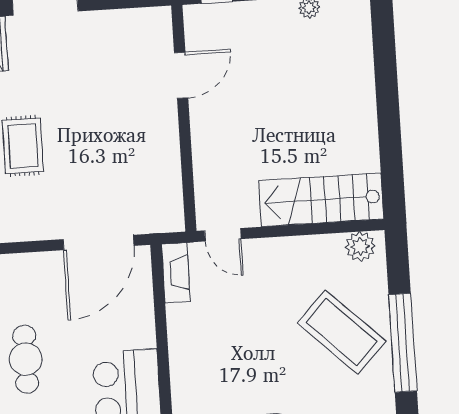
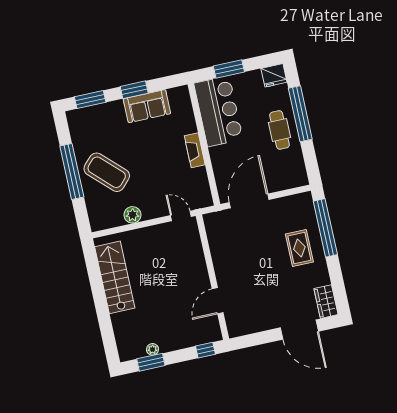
stairs: (321, 200) -> (115, 277), moved, turned -90
plant: (360, 247) -> (132, 215), moved
fireplace: (176, 273) -> (195, 150), moved

